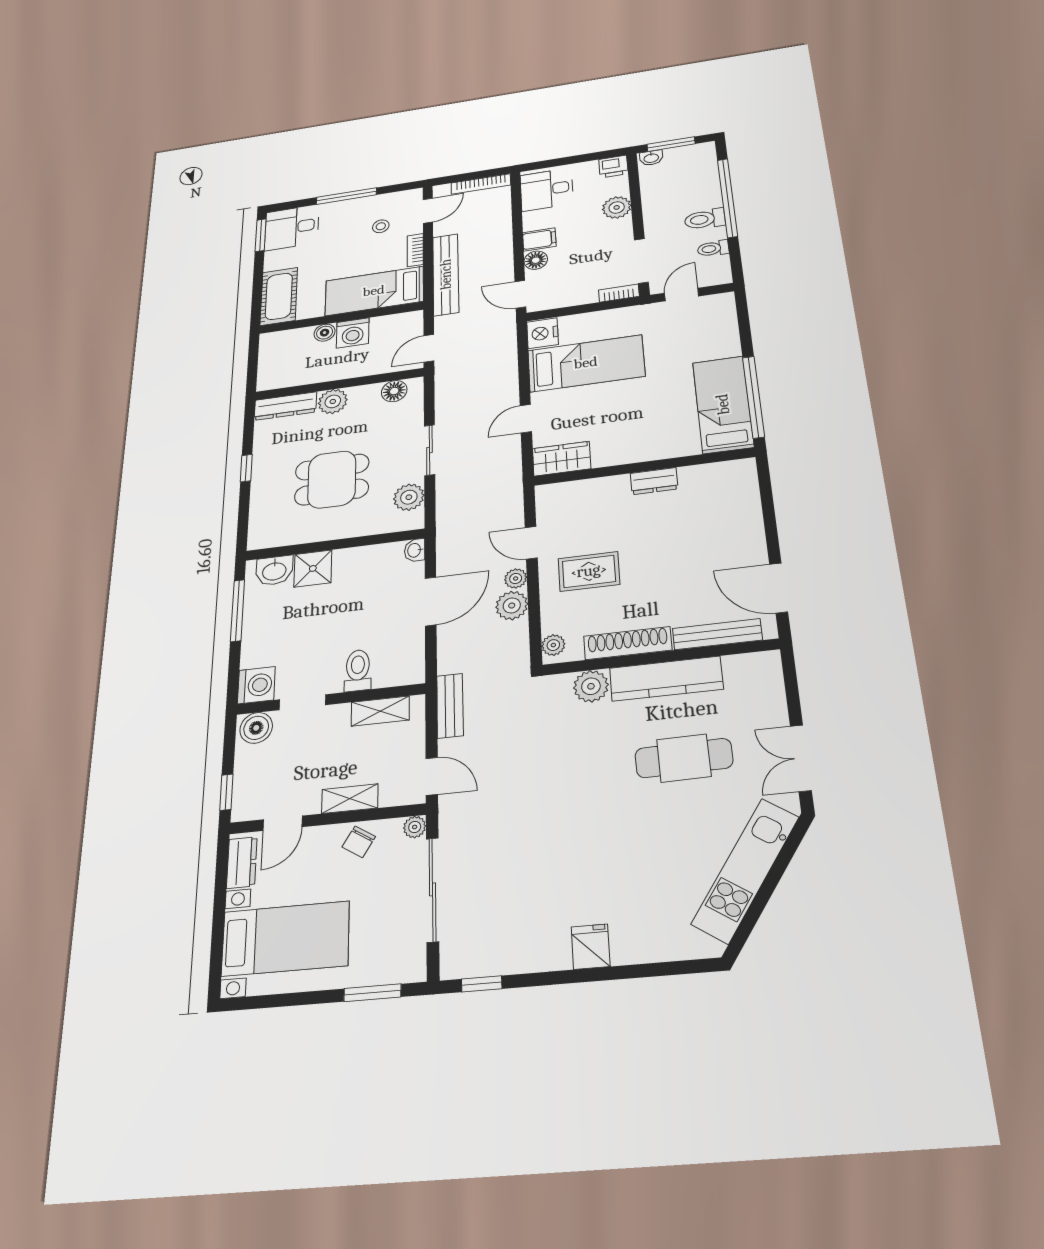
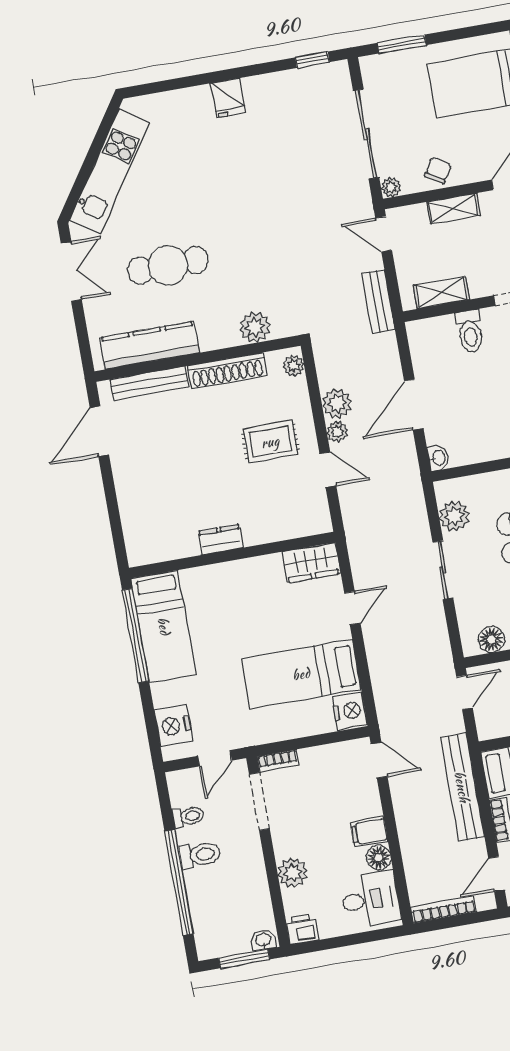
floor lamp: (536, 260) -> (379, 858), moved
nightstand: (721, 321) -> (173, 726), added
door: (779, 588) -> (99, 431), swing flipped
kitchen counter: (666, 679) -> (149, 345), moved

